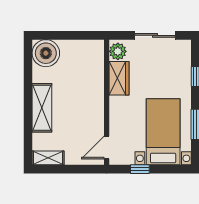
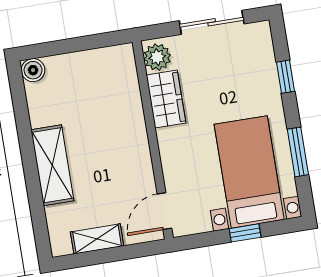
boiler: (46, 53) -> (33, 70), width x0.54, depth x0.54
shelving: (48, 158) -> (97, 239), moved
window: (140, 169) -> (245, 233), moved

